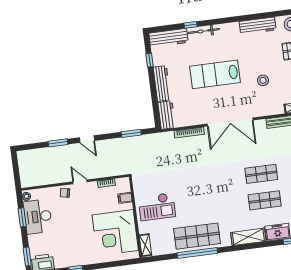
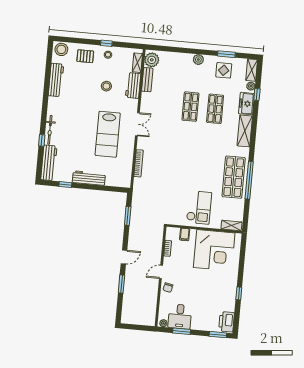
lab bench: (215, 74) -> (108, 134), moved
workbench: (167, 115) -> (133, 85), moved, turned -90
double door: (230, 122) -> (137, 124), width x0.54
desk: (38, 217) -> (180, 317), width x0.73

